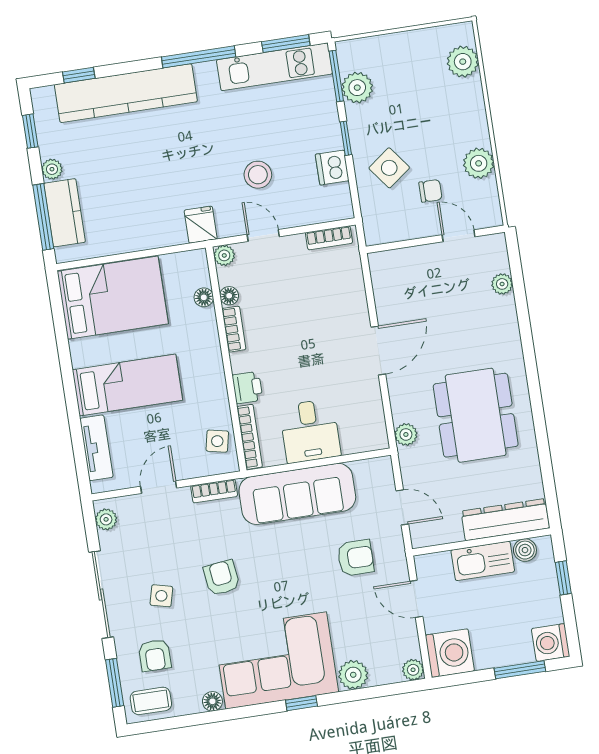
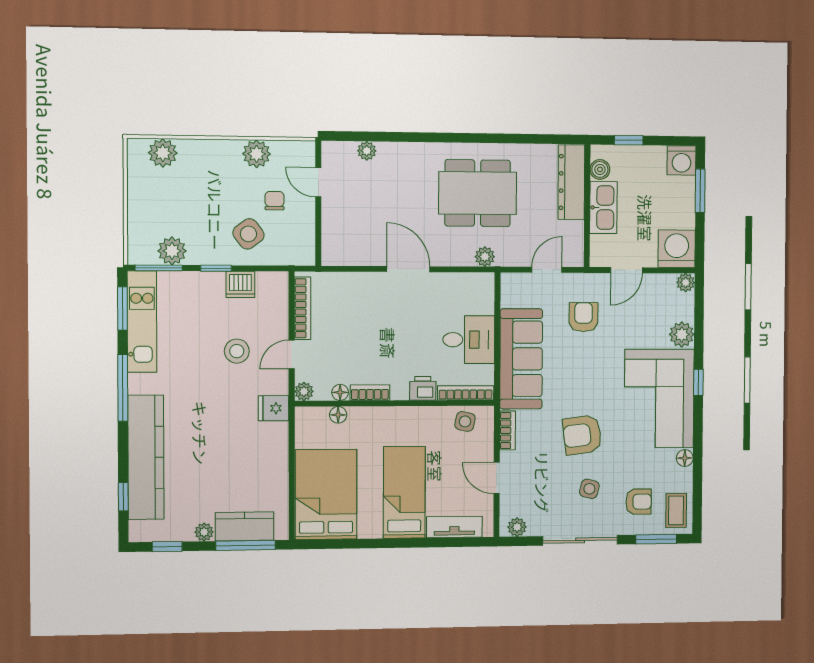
door: (459, 236) -> (318, 182), hinge flipped
bookcase: (329, 238) -> (303, 308), width x1.56
armchair: (222, 578) -> (582, 435), width x1.38, depth x1.38

